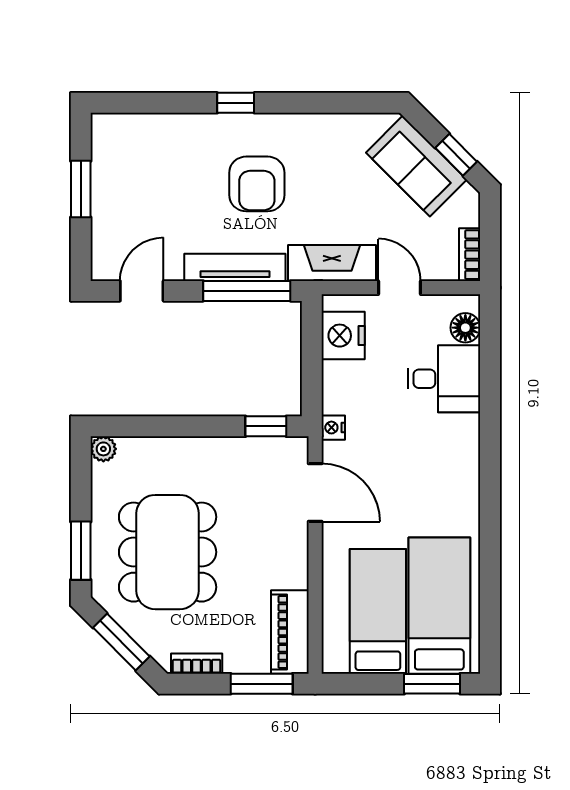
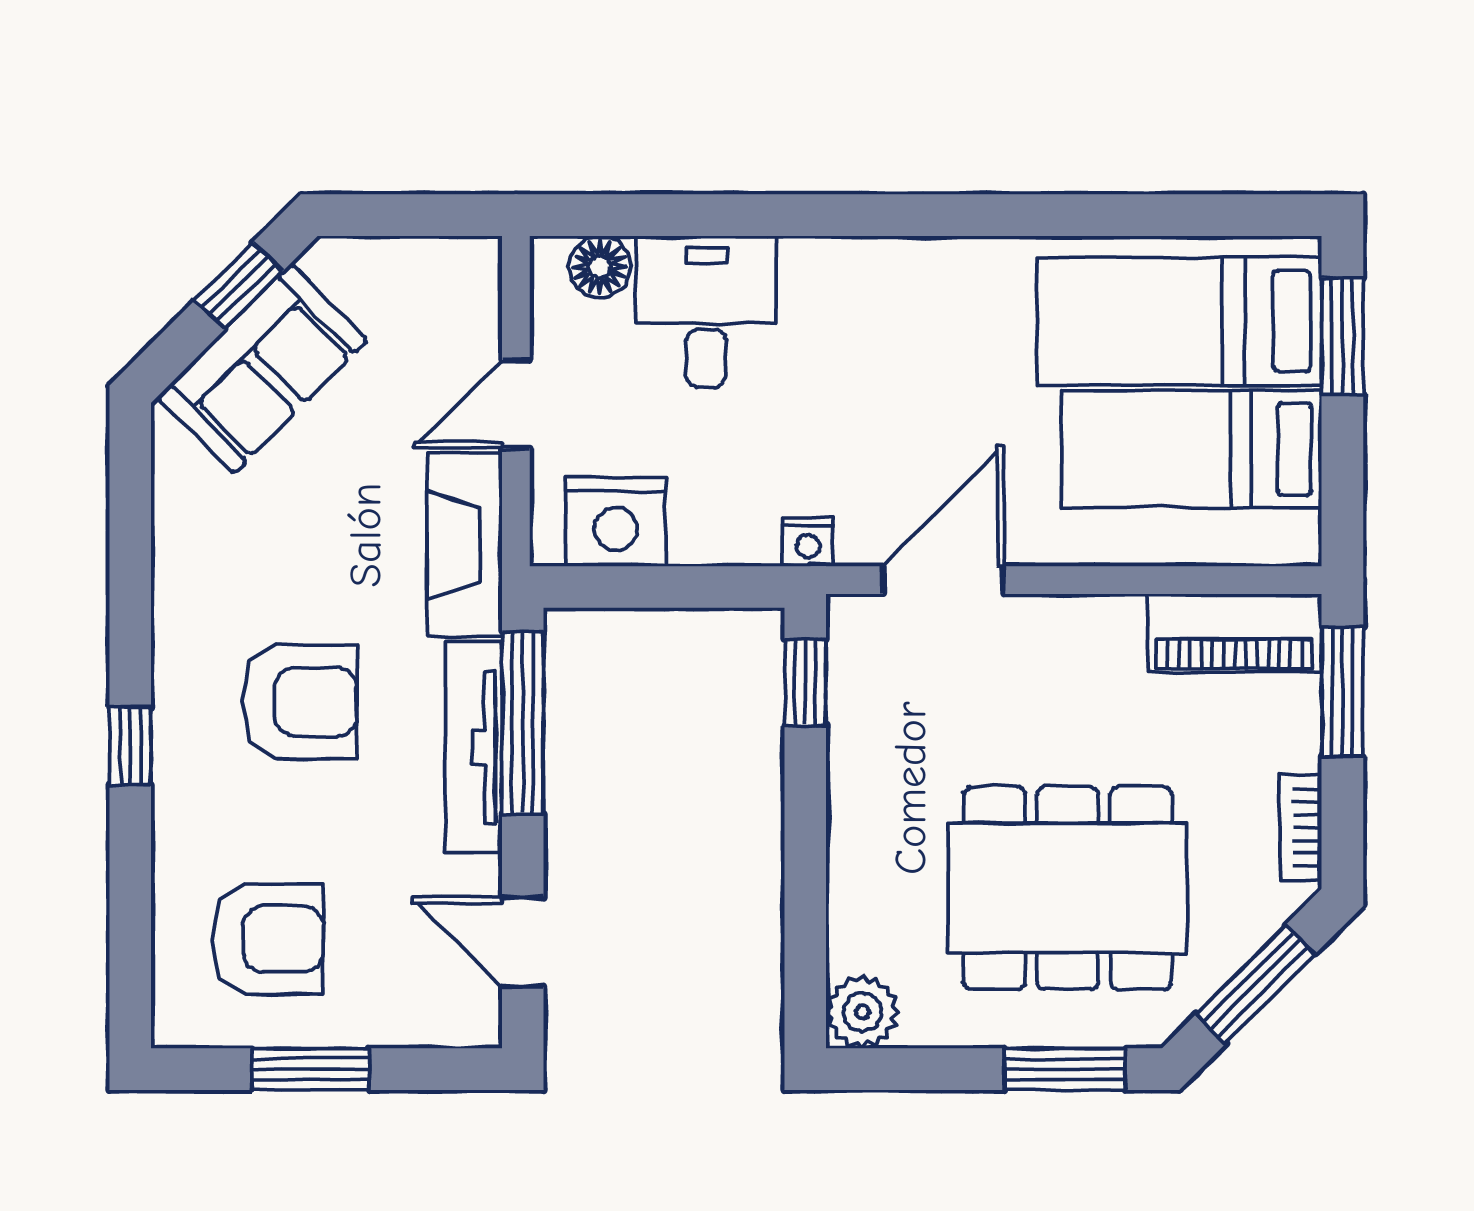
armchair: (143, 169) -> (268, 939), added
bookcase: (470, 255) -> (447, 258), removed
plant: (103, 449) -> (862, 1012), width x1.38, depth x1.38

